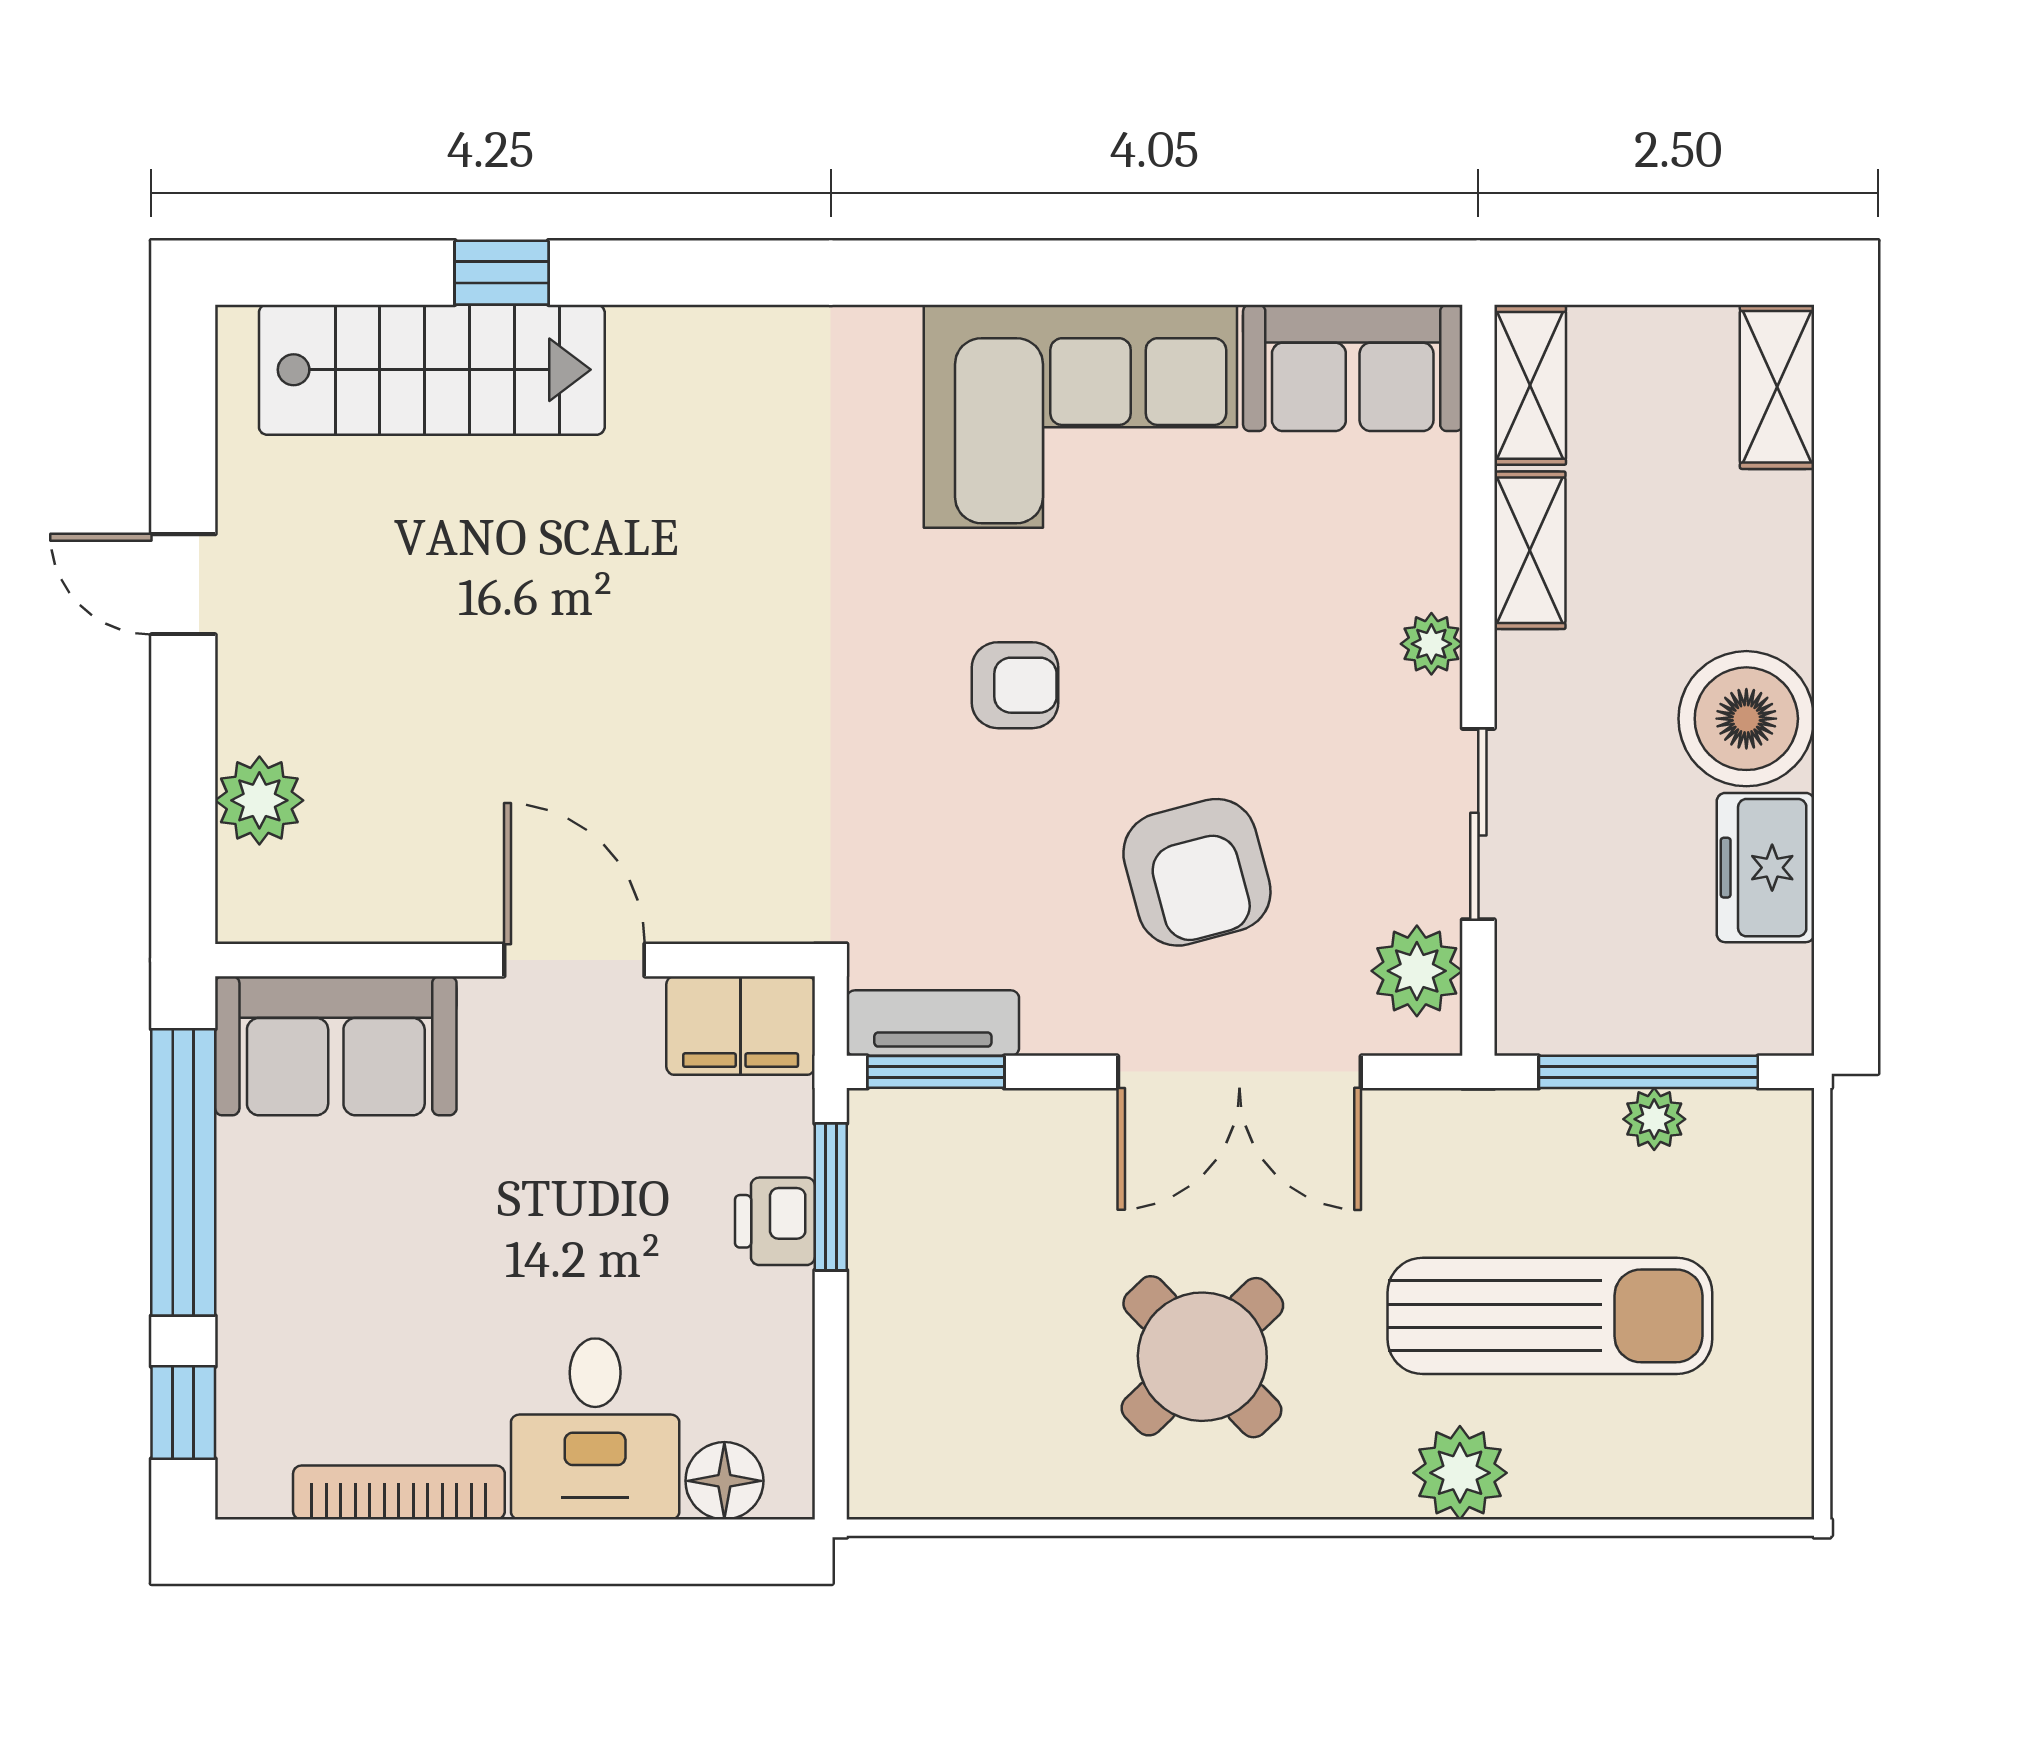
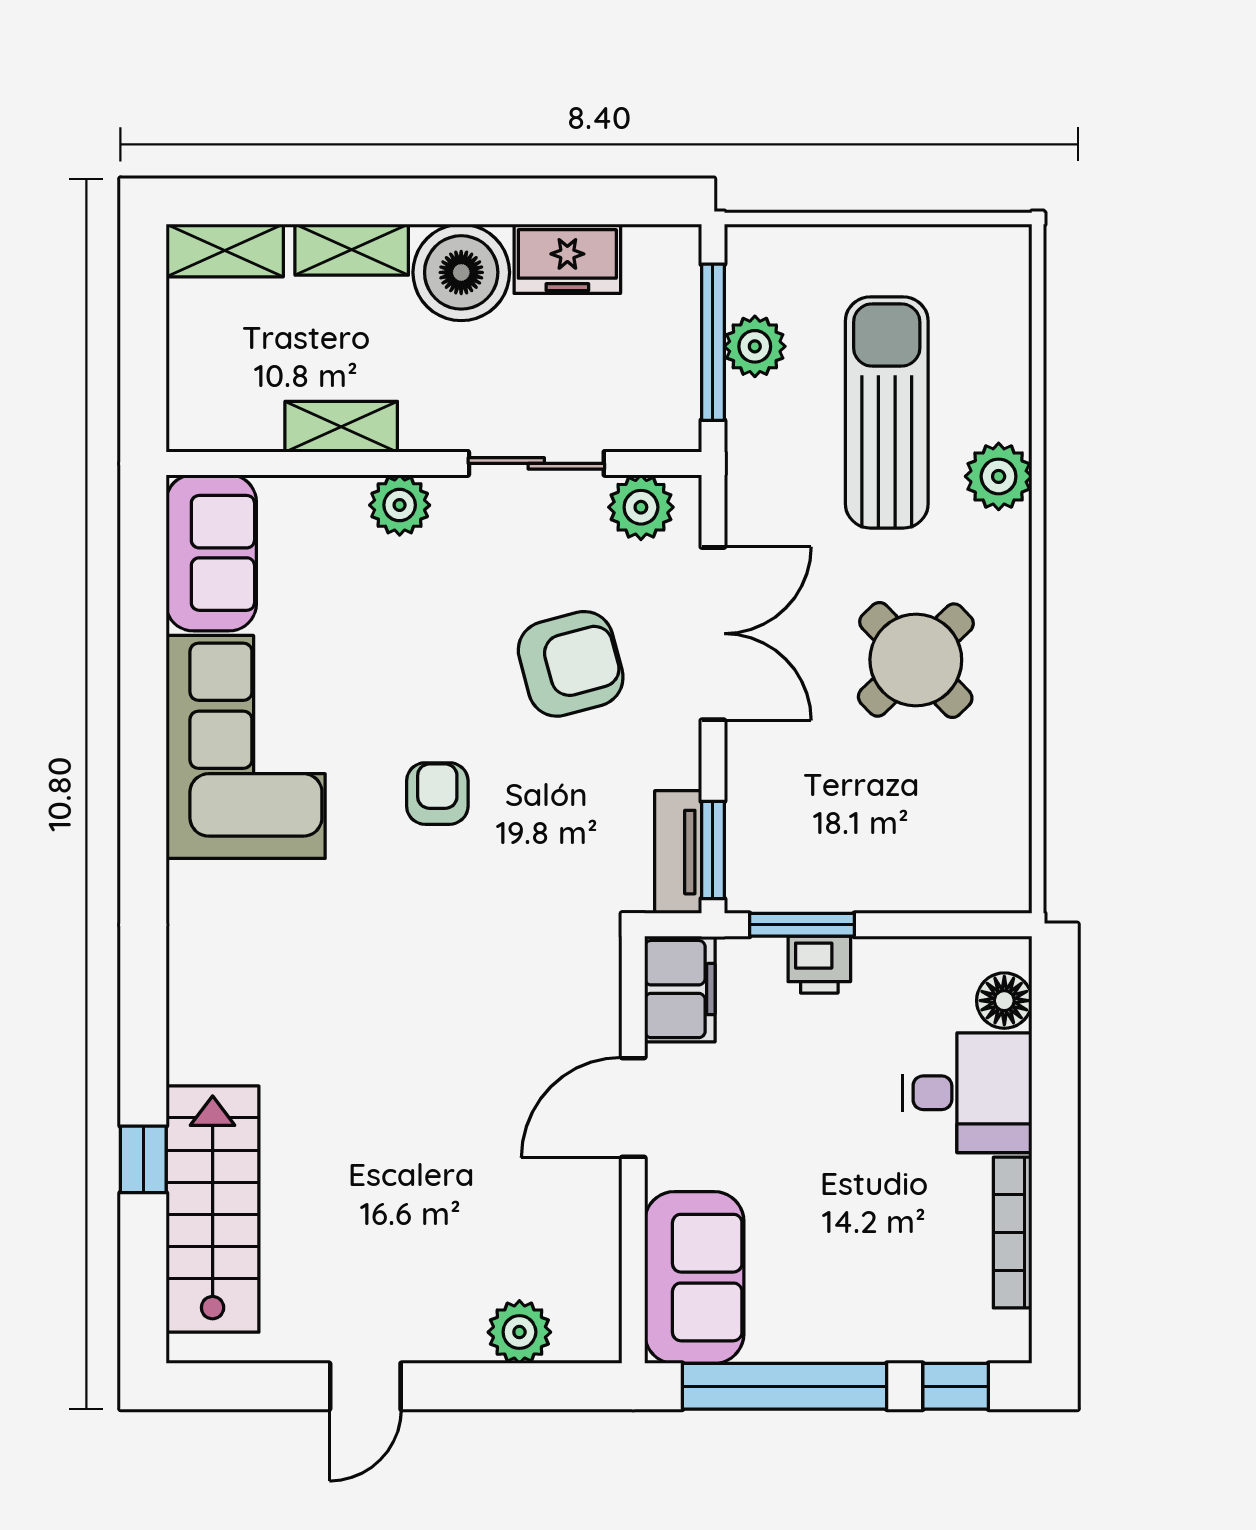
shelving: (1530, 385) -> (352, 250), moved
plant: (1431, 644) -> (400, 505), width x1.38, depth x1.38
plant: (1654, 1119) -> (755, 346), width x1.38, depth x1.38

